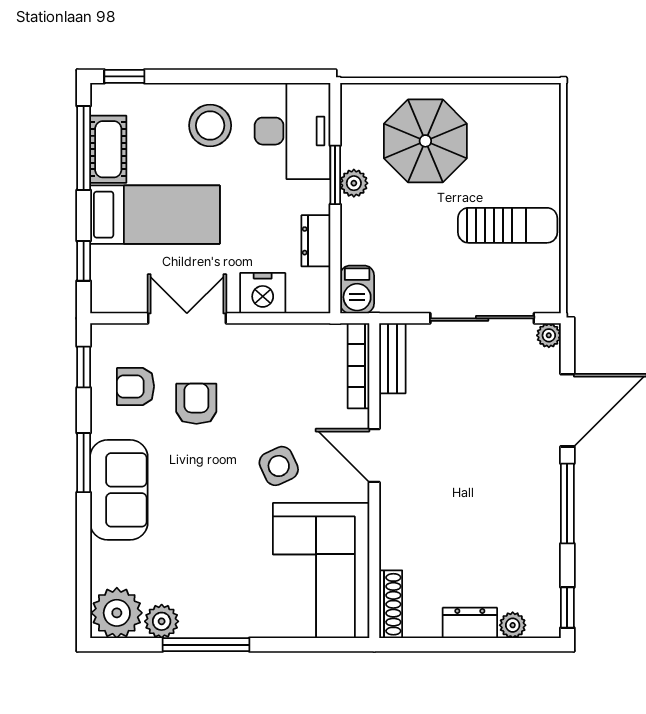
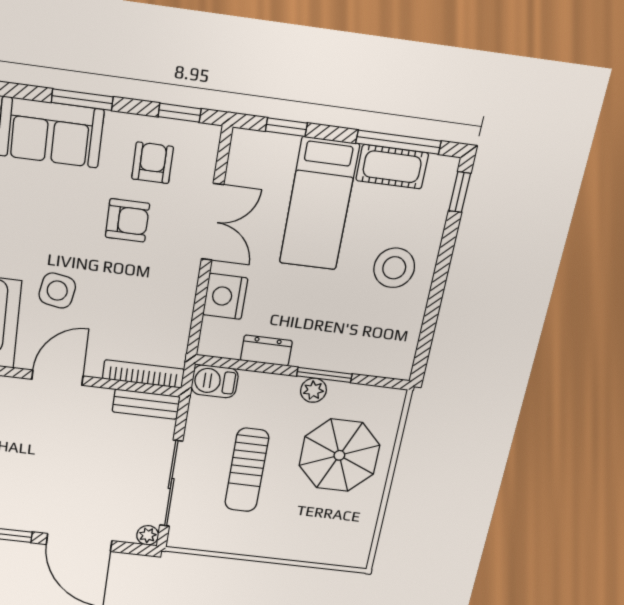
desk: (292, 131) -> (373, 342), removed
sun lounger: (508, 225) -> (247, 470), moved
side table: (279, 466) -> (57, 291), turned 35

